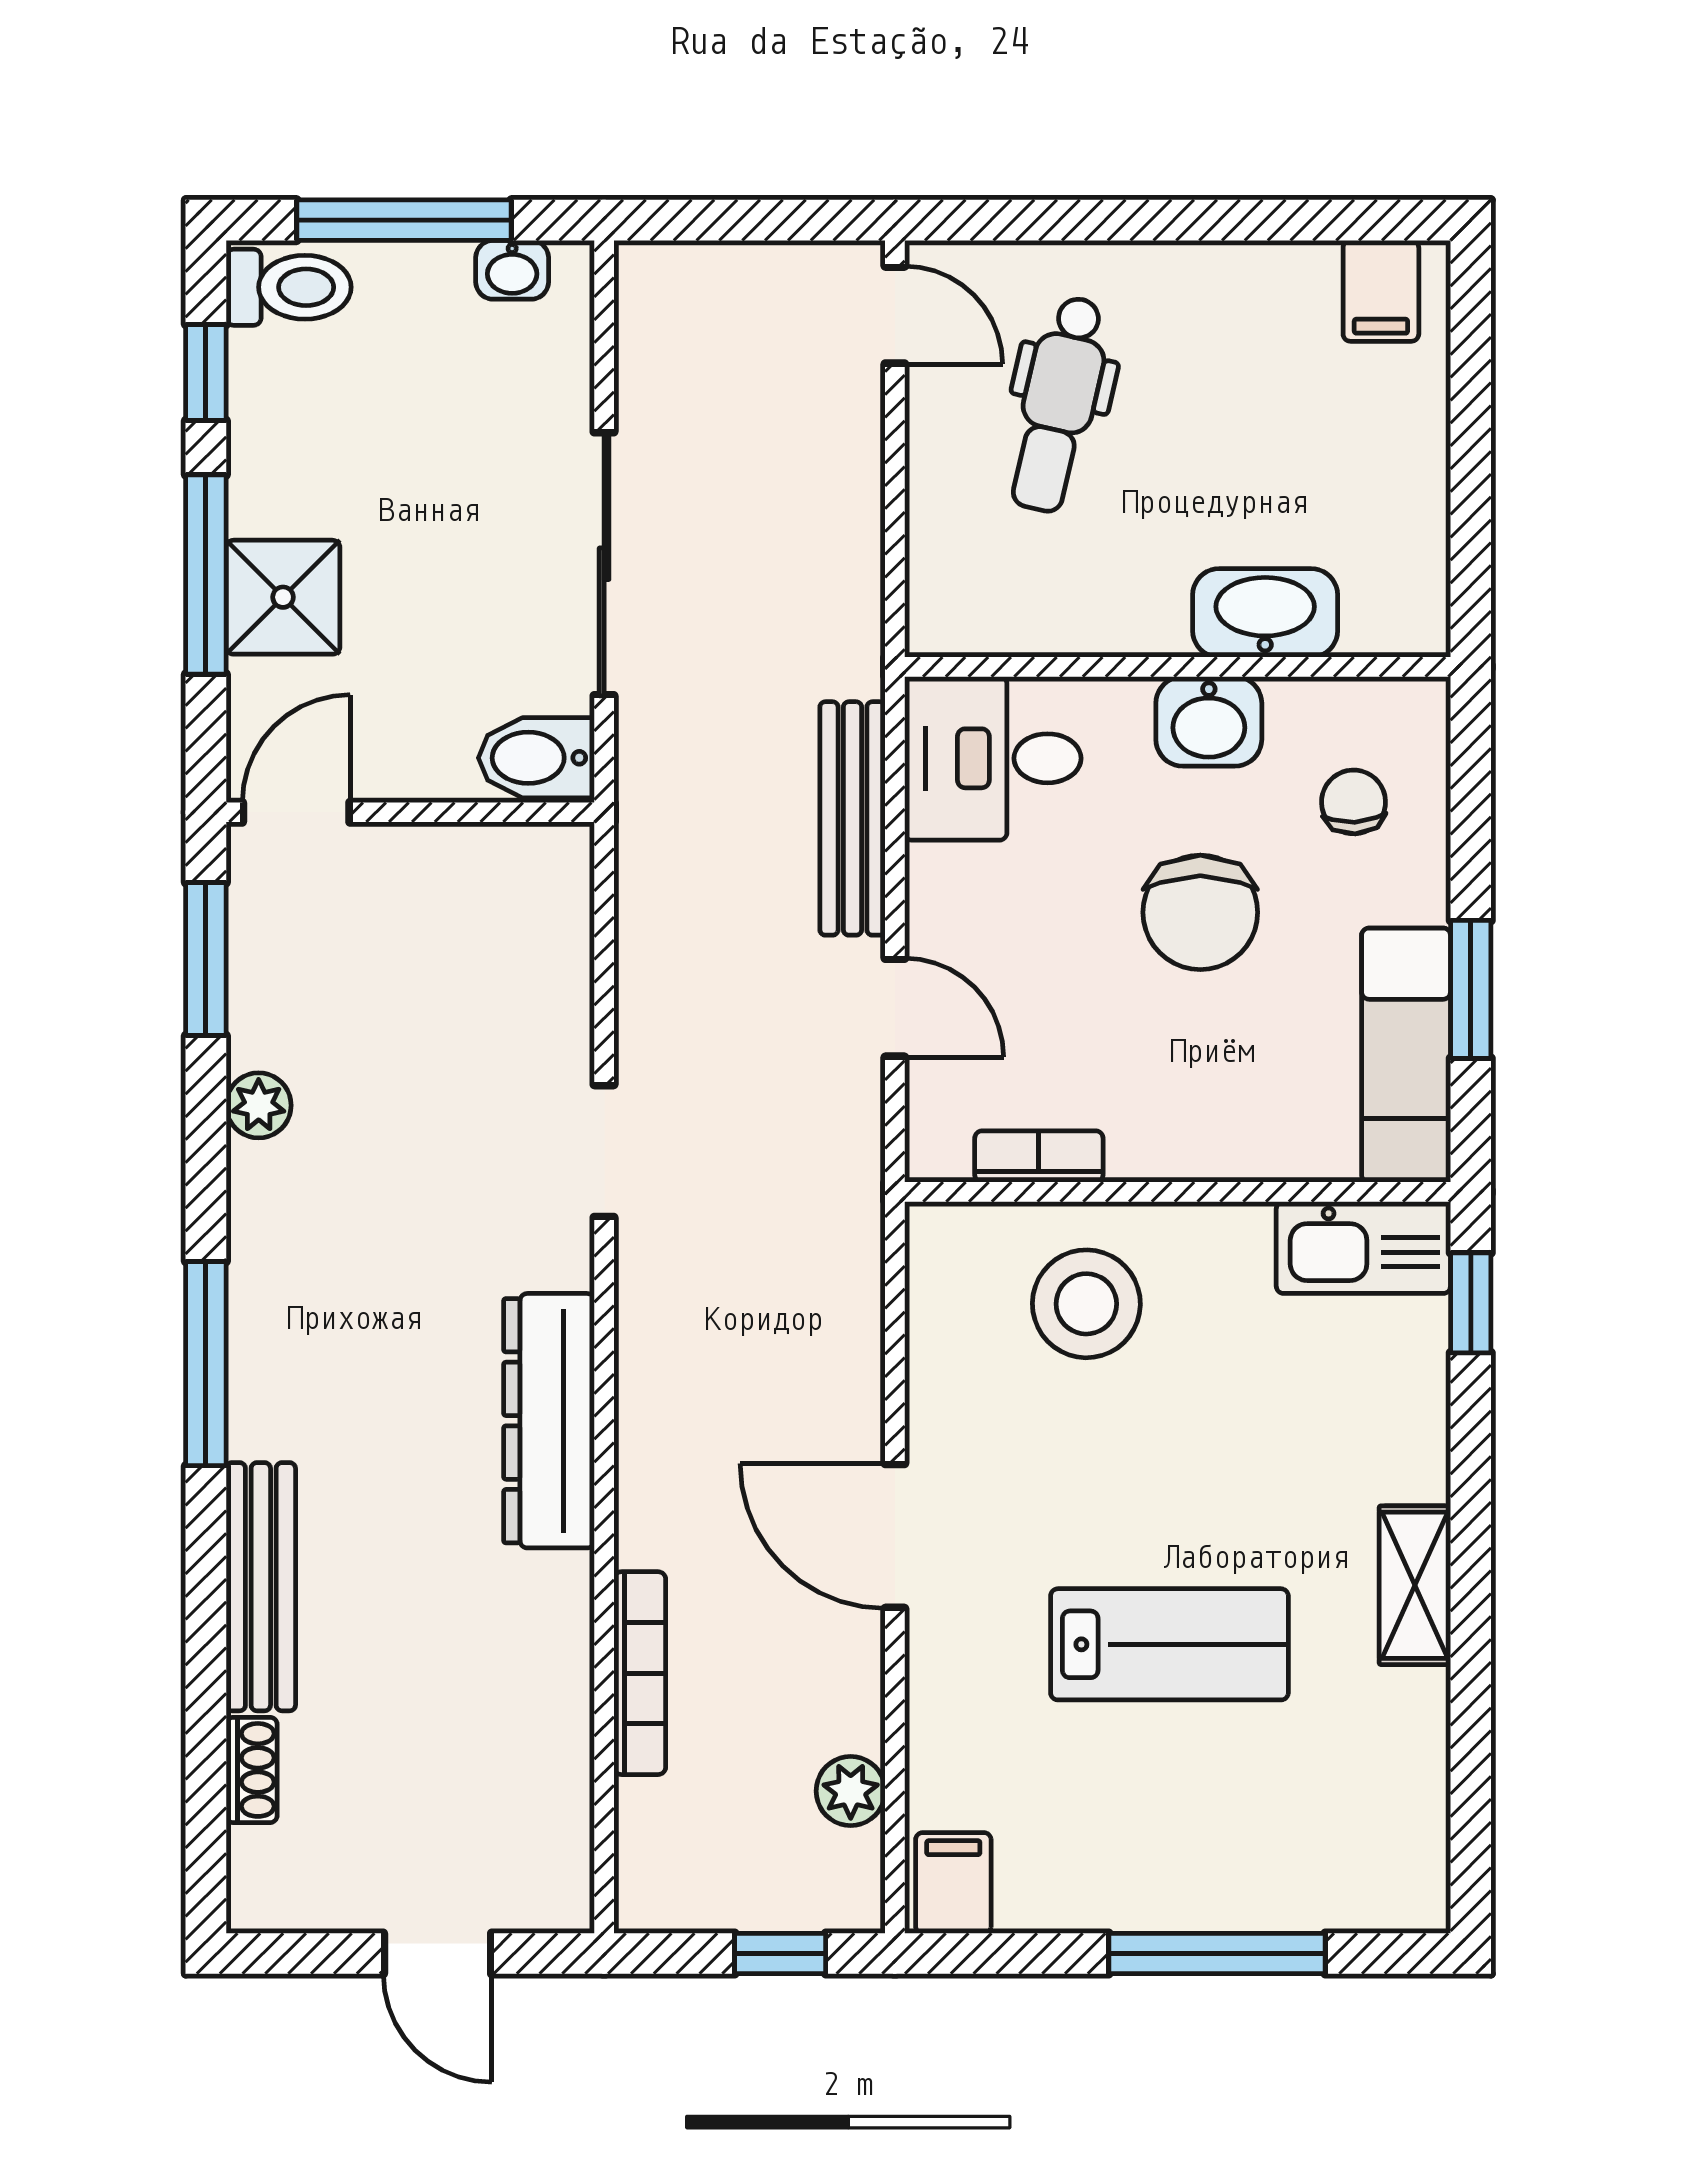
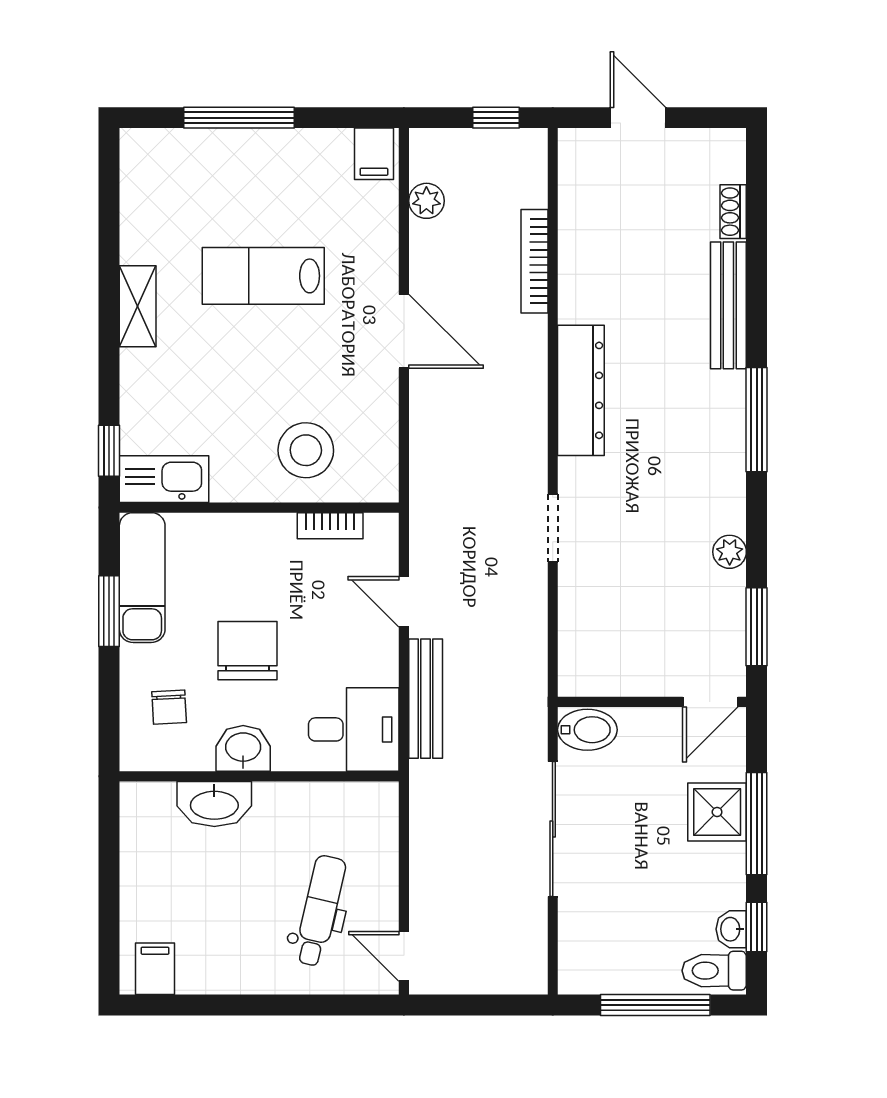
washbasin: (512, 270) -> (731, 929), moved, turned -90
window: (780, 1954) -> (496, 118), moved

